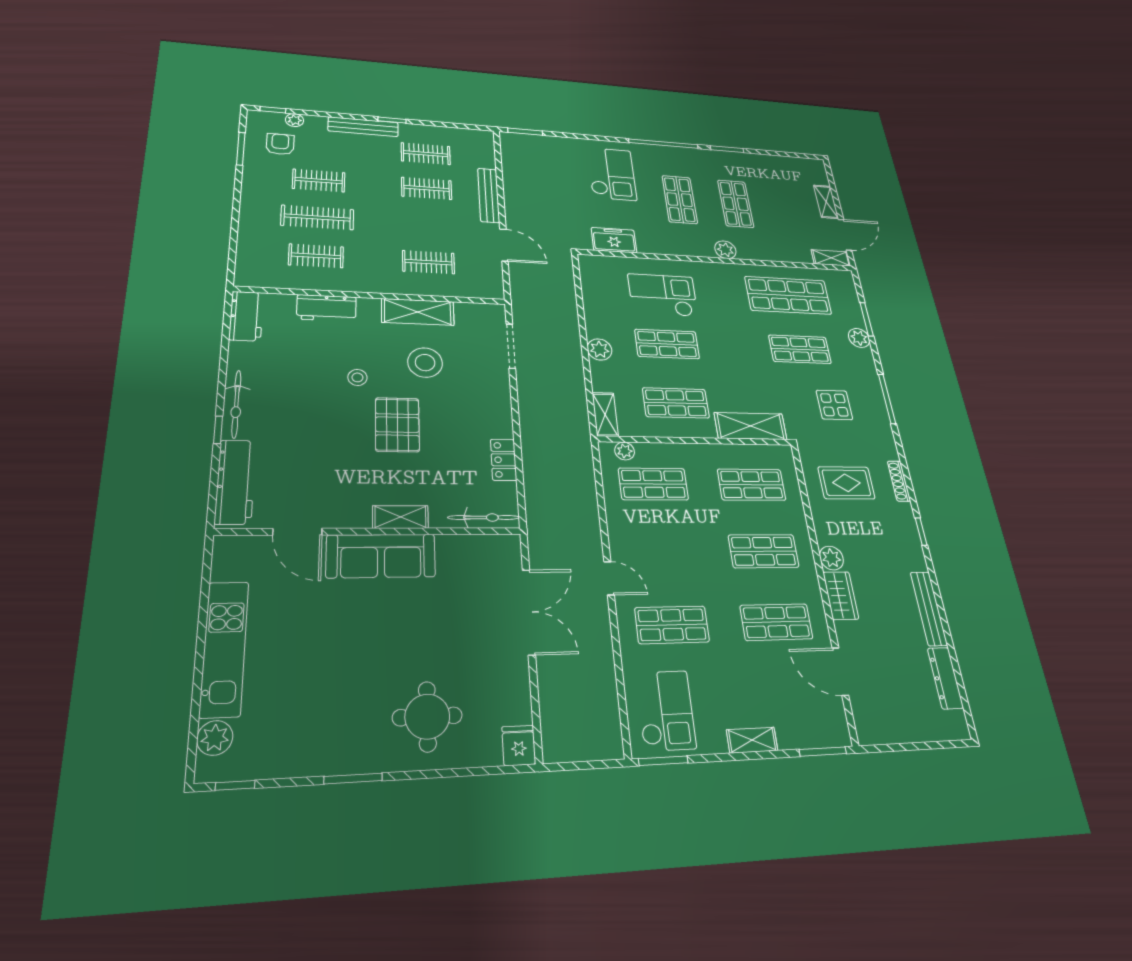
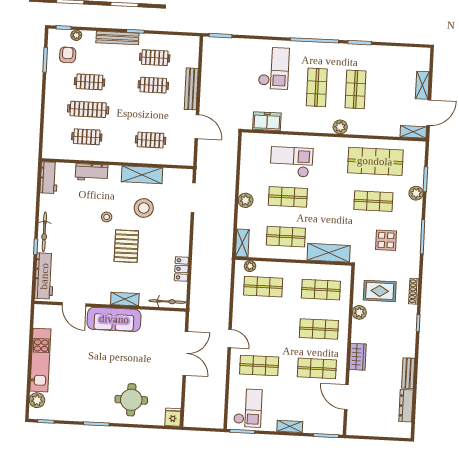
plant: (831, 558) -> (359, 312), moved
bench: (929, 608) -> (408, 373), width x0.73

